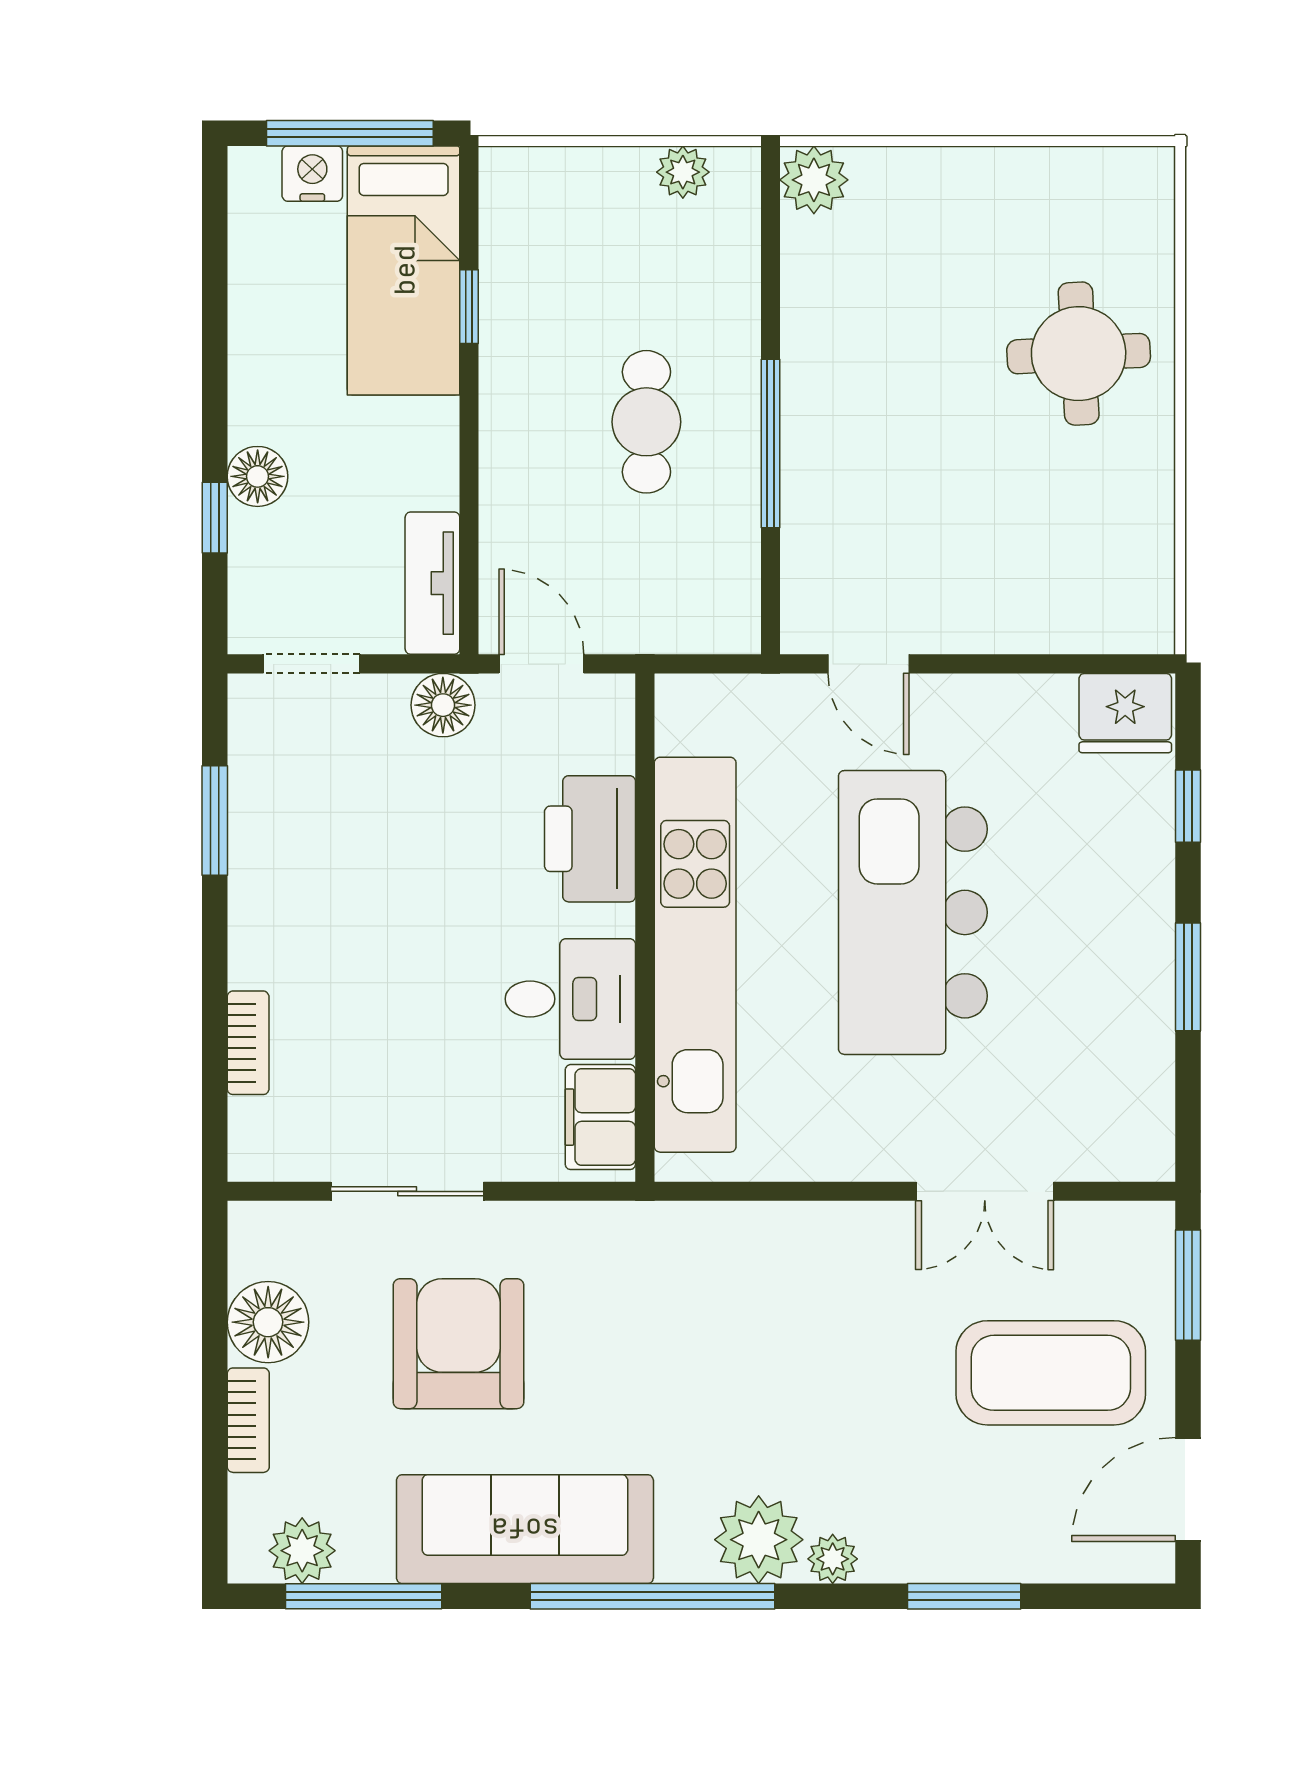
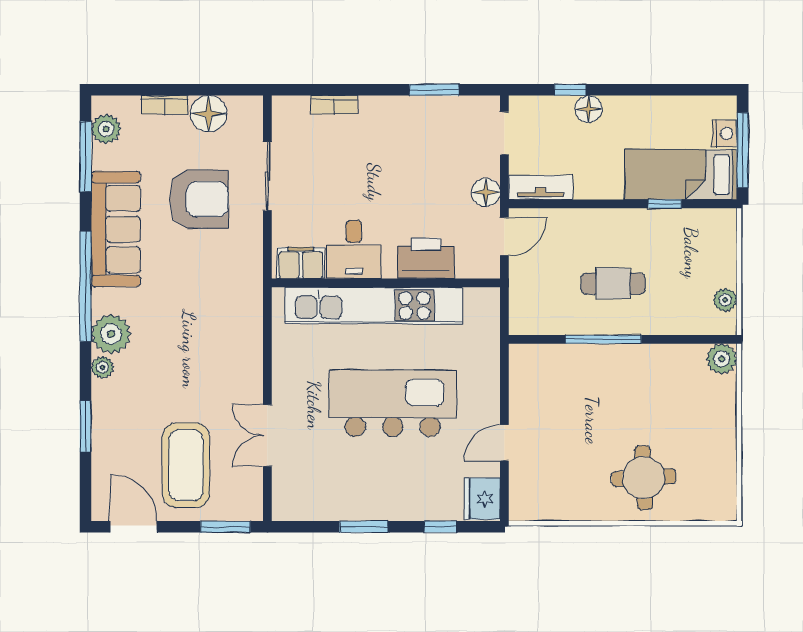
door: (868, 664) -> (504, 443), moved

